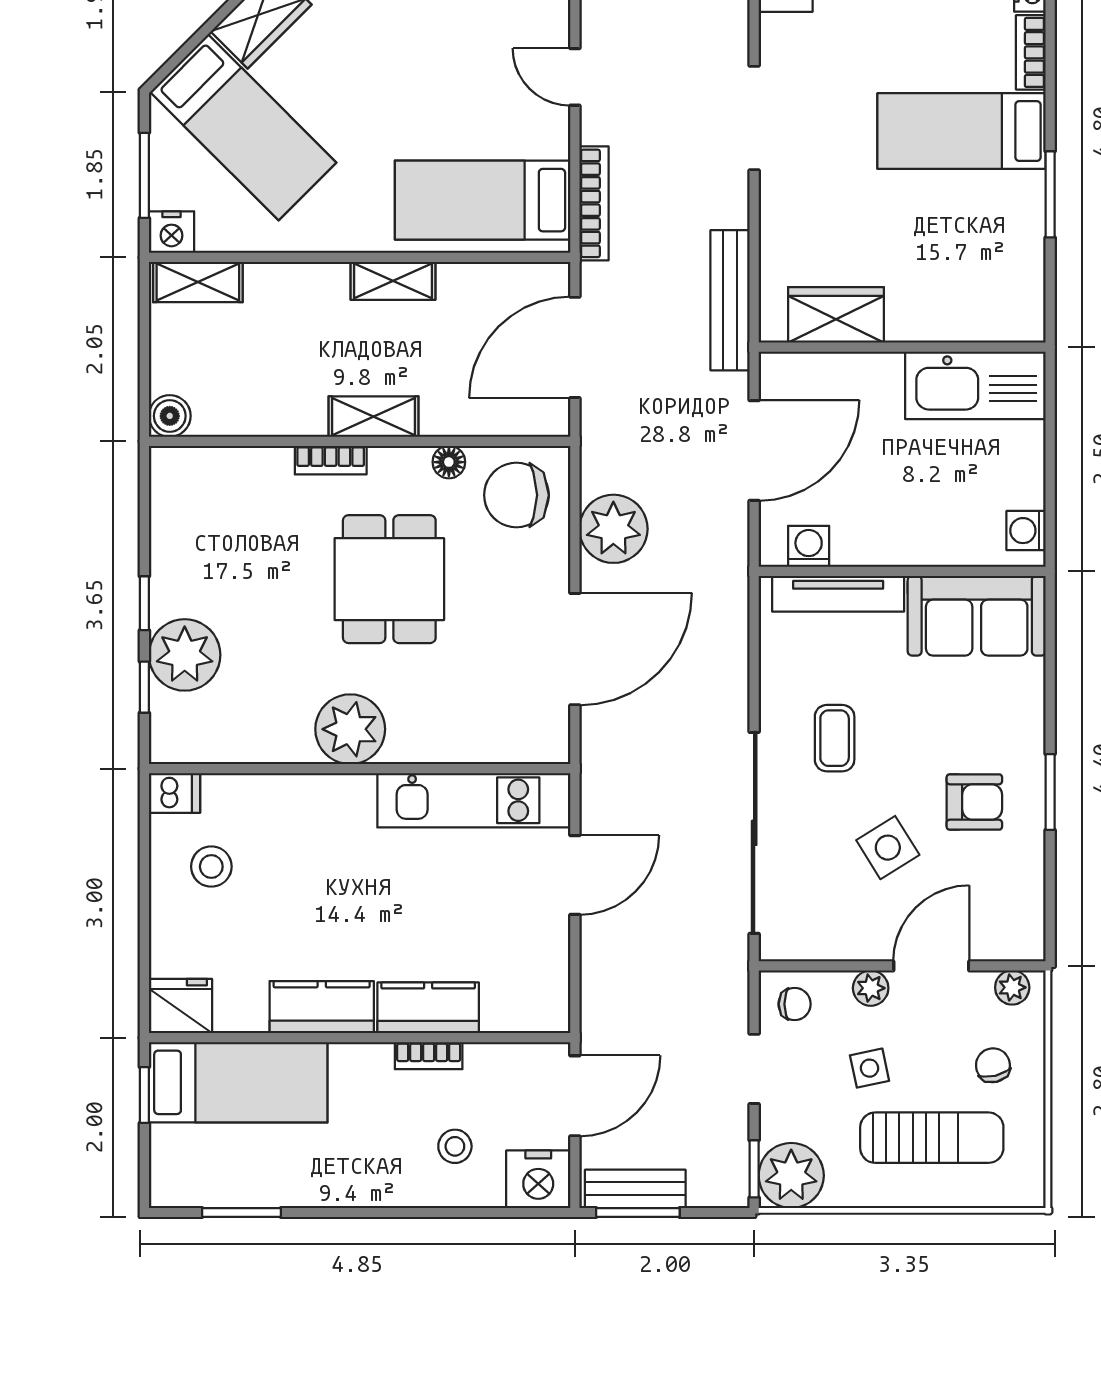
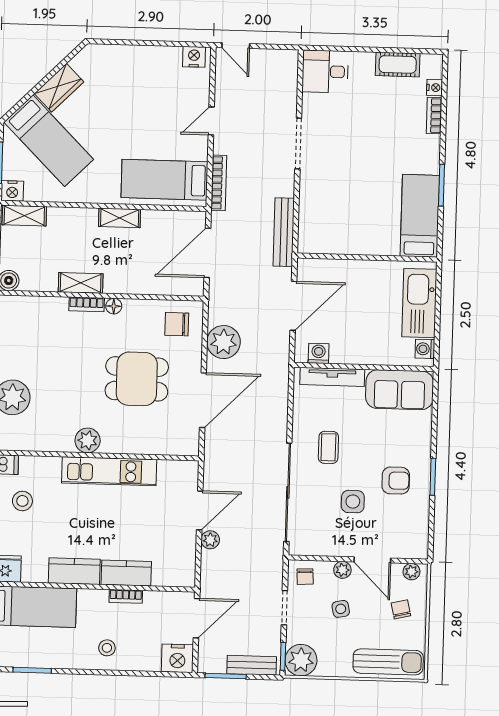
door: (575, 77) -> (211, 121), hinge flipped
bed: (962, 131) -> (420, 216), moved, turned 90
wardrobe: (836, 315) -> (335, 241), removed
kitchen sink: (975, 385) -> (419, 303), moved, turned 90
shelving: (374, 417) -> (81, 283), moved
floor lamp: (449, 462) -> (114, 306), moved
chair: (516, 495) -> (177, 324), width x0.73, depth x0.73
dining table: (389, 579) -> (137, 379), moved, turned 90
plant: (350, 729) -> (88, 440), width x0.73, depth x0.73
kitchen unit: (474, 800) -> (109, 471), moved
side table: (888, 848) -> (353, 502), turned 32
plant: (598, 935) -> (210, 540), added
door: (931, 966) -> (372, 560), swing flipped
chair: (795, 1004) -> (305, 577), turned 87
sun lounger: (932, 1138) -> (388, 662), moved
stool: (455, 1146) -> (107, 648), moved
bench: (635, 1189) -> (252, 665), moved

